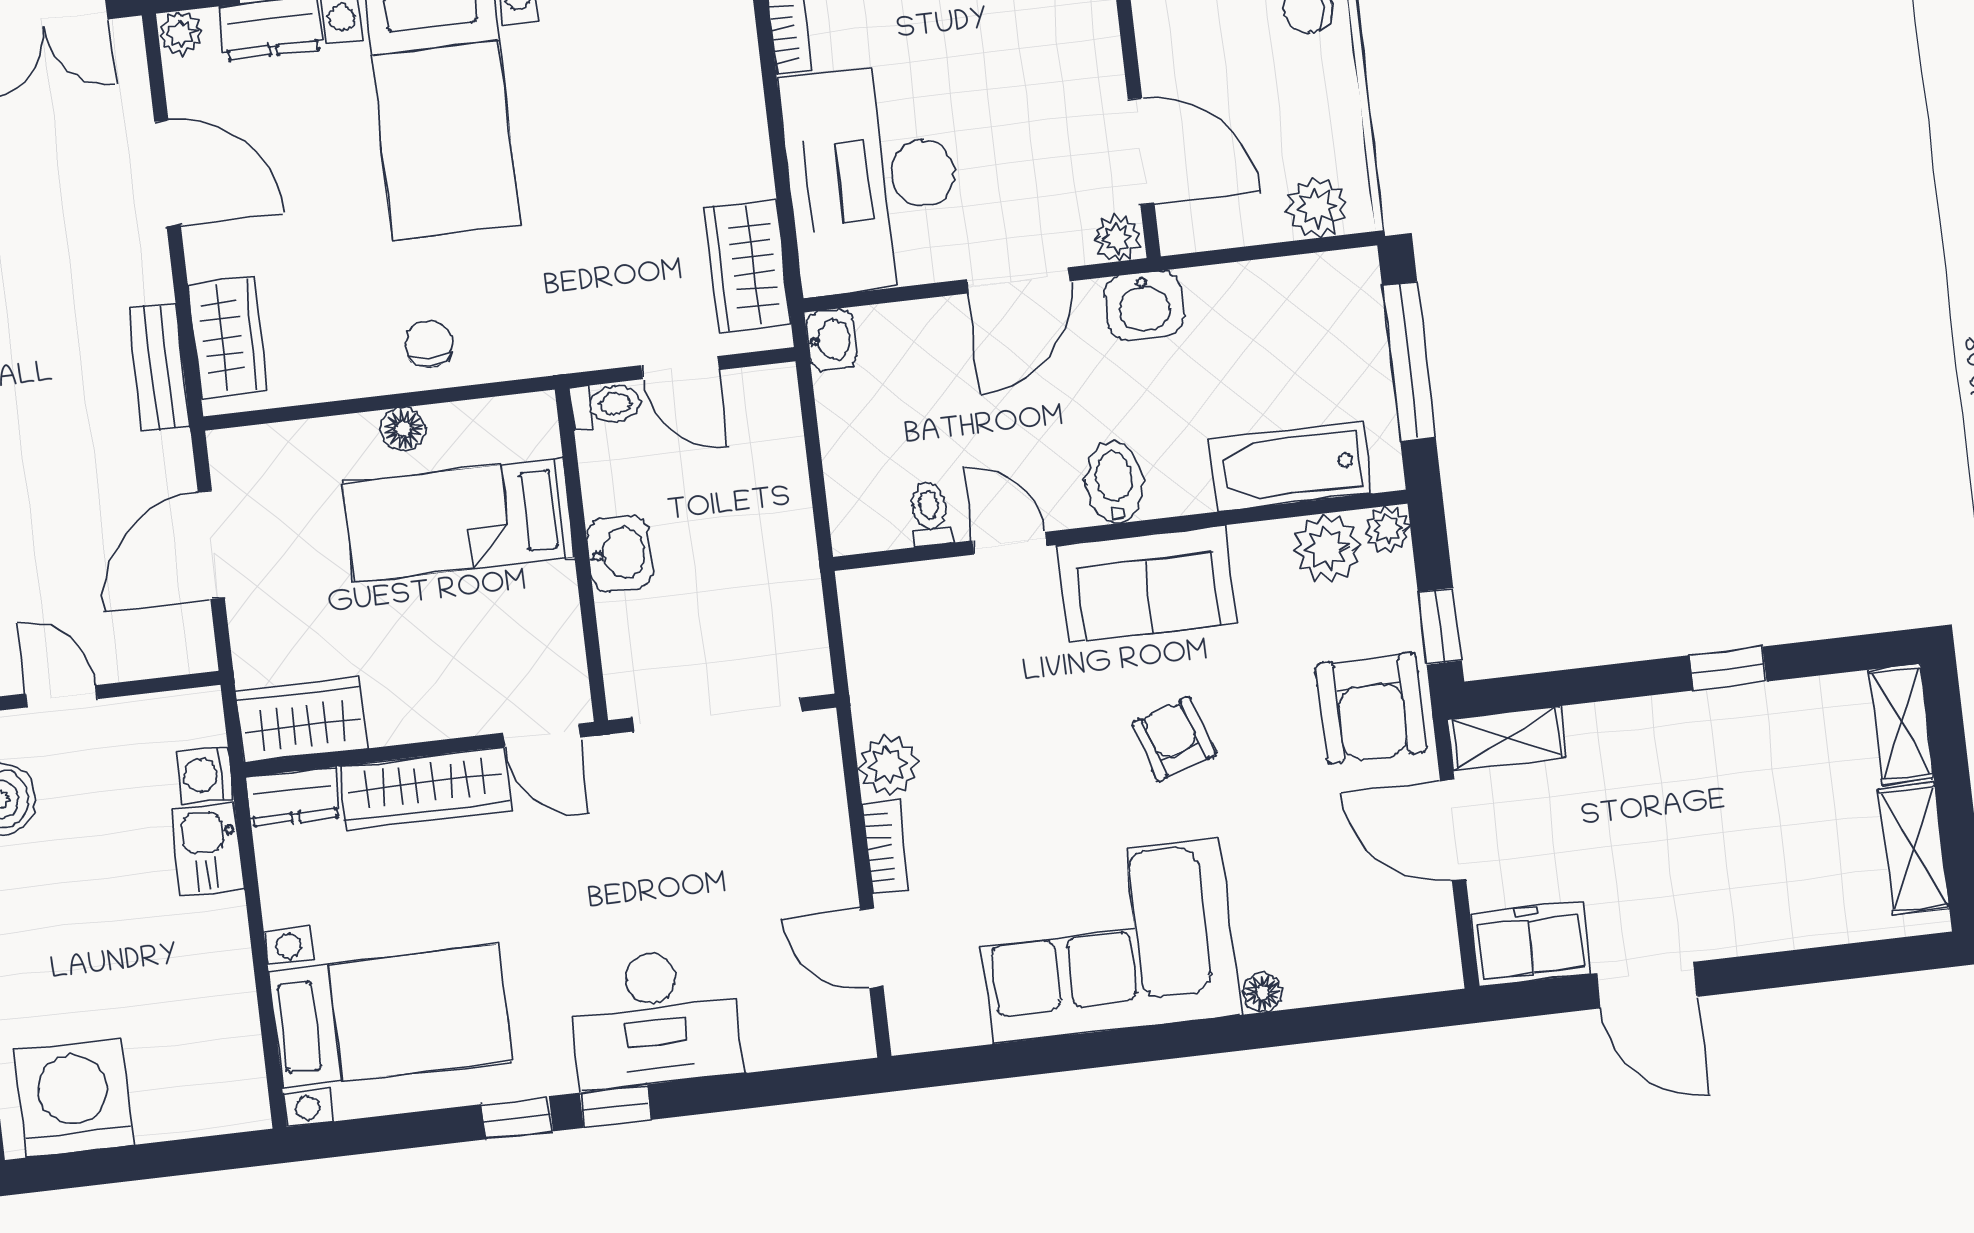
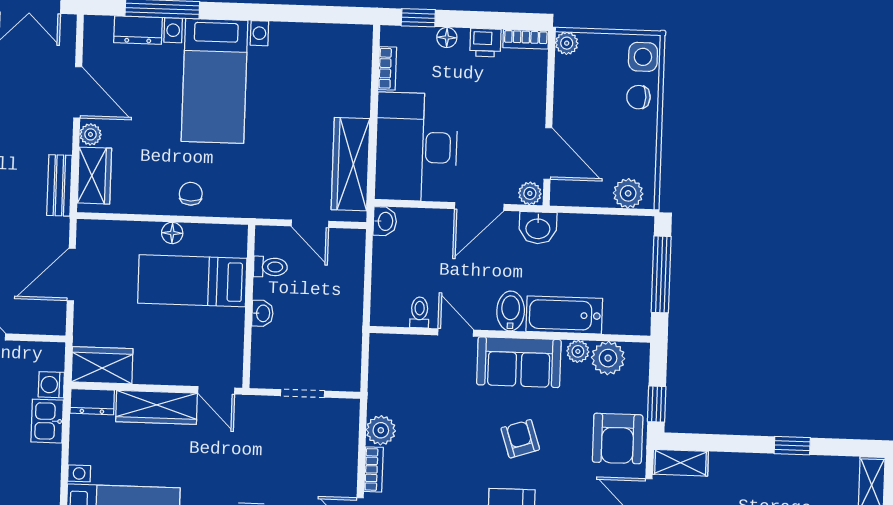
plant: (181, 33) -> (90, 134), moved
wardrobe: (748, 266) -> (351, 164), width x1.50
toilet: (606, 405) -> (270, 267), moved
bathtub: (1290, 466) -> (564, 315), moved
plant: (1387, 529) -> (578, 351), moved
washbasin: (620, 553) -> (262, 313), width x0.72, depth x0.69
doorway: (717, 714) -> (302, 393), width x0.53

